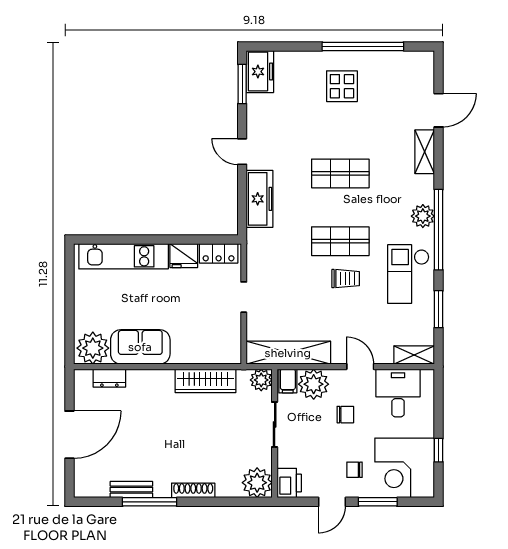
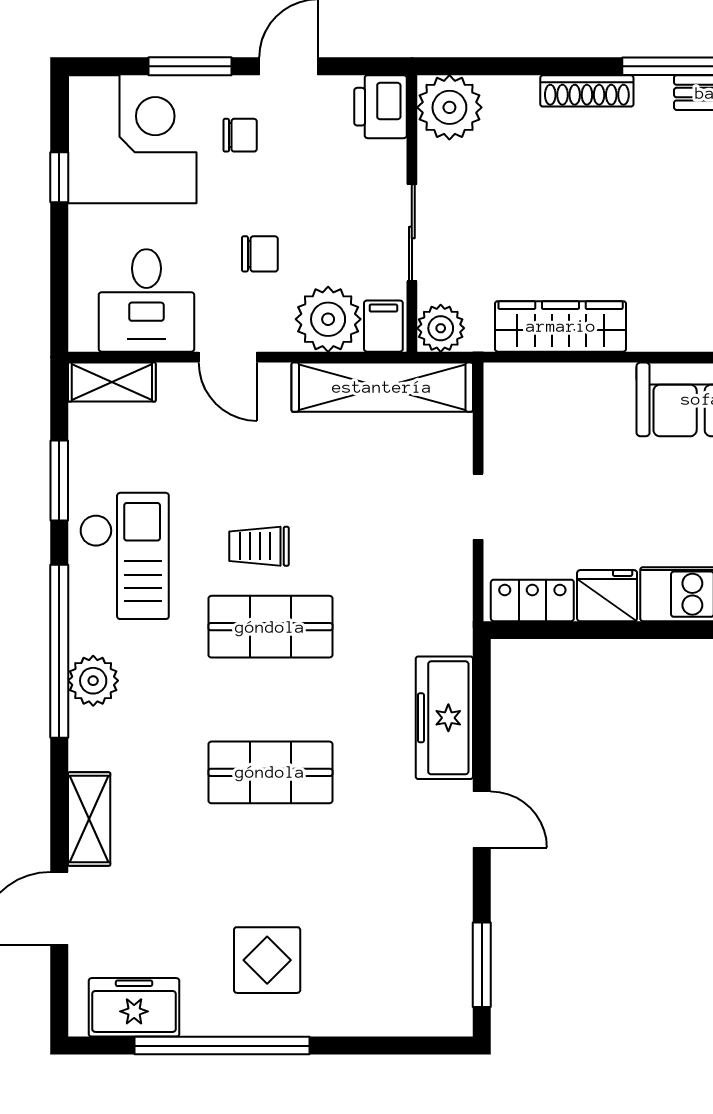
freezer: (260, 72) -> (134, 1007), moved, turned 90
chair: (345, 415) -> (260, 254), turned 180

